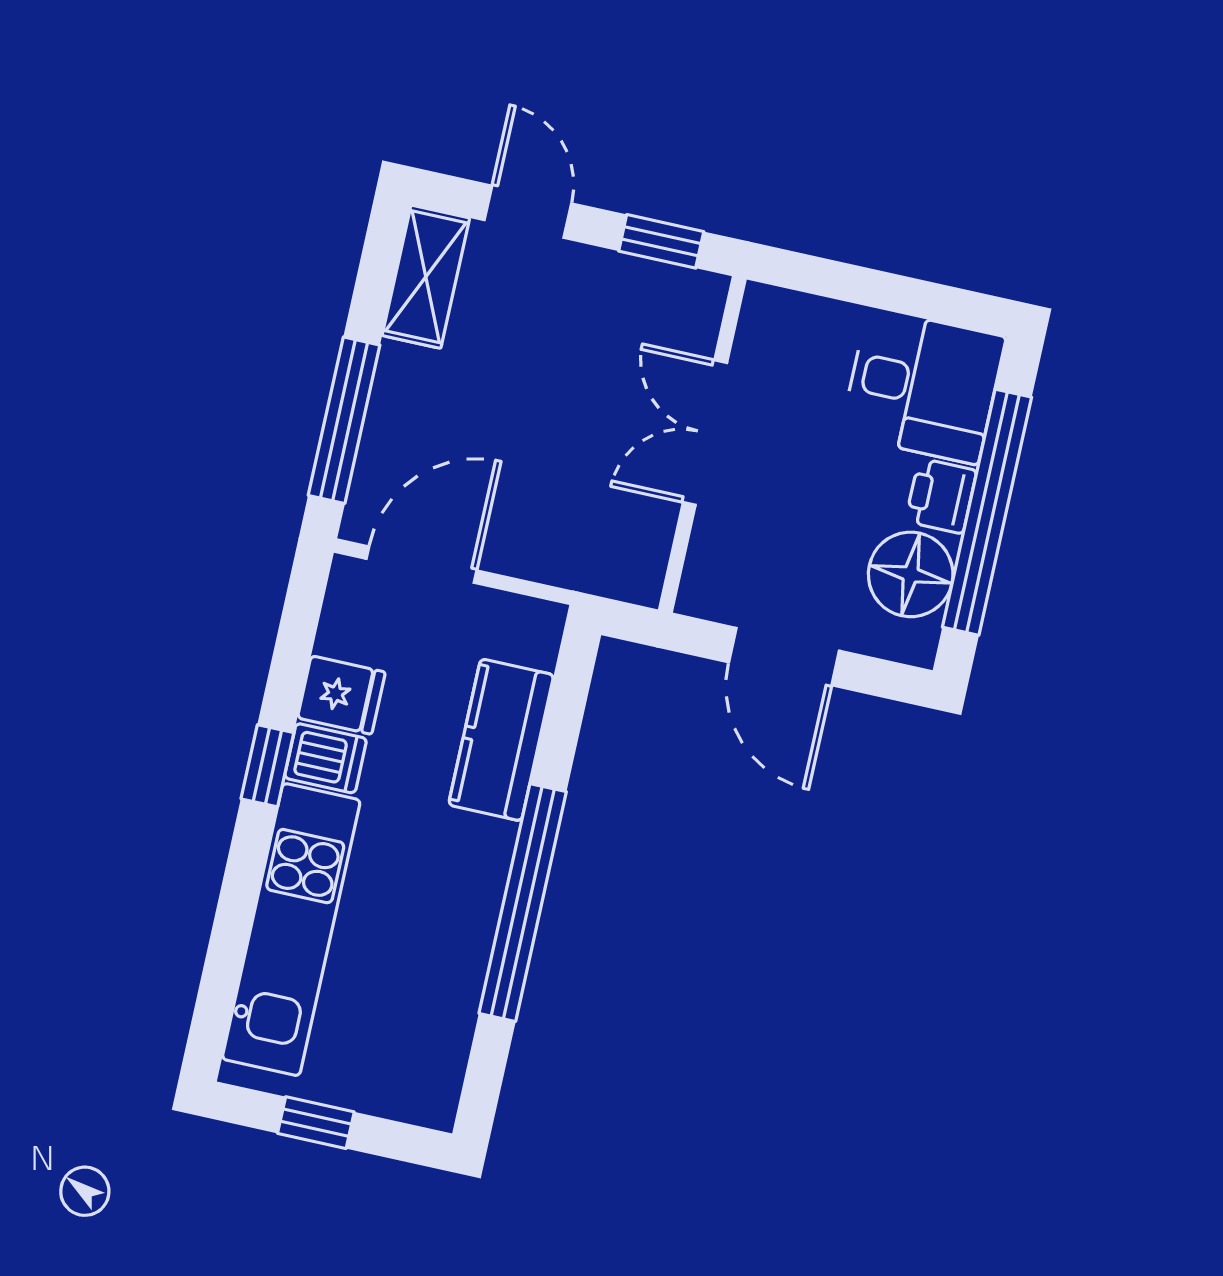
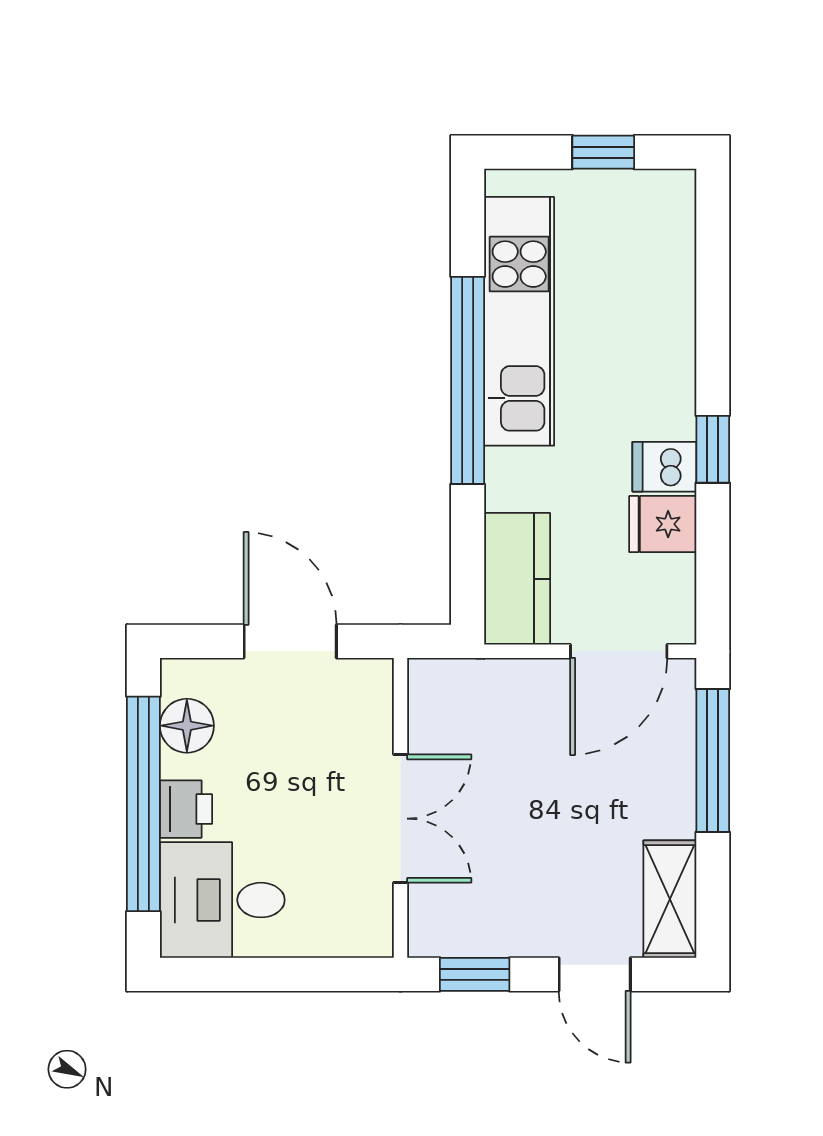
floor lamp: (911, 574) -> (187, 726), width x0.73, depth x0.73
kitchen counter: (501, 740) -> (517, 579), moved
kitchen unit: (291, 930) -> (519, 321), moved, turned 180

